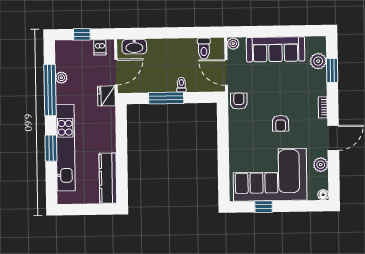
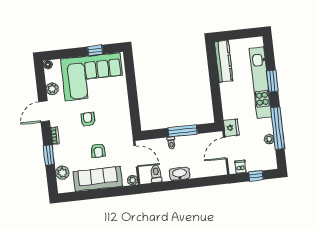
washbasin: (134, 47) -> (180, 174), moved
window: (332, 70) -> (49, 155), moved
armchair: (239, 101) -> (98, 150), moved

